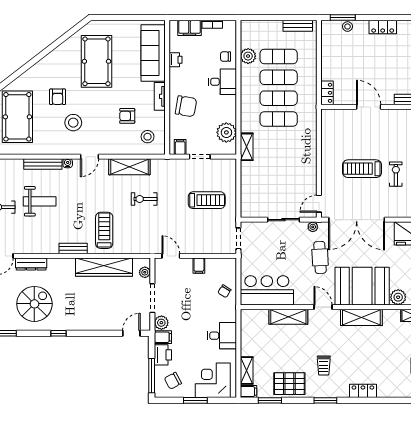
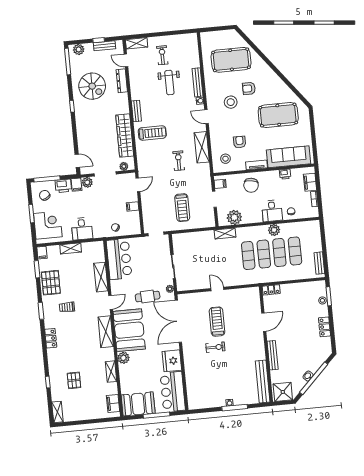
plant: (248, 56) -> (274, 230), moved
door: (319, 204) -> (217, 289), moved
shelving: (247, 370) -> (71, 248), moved

